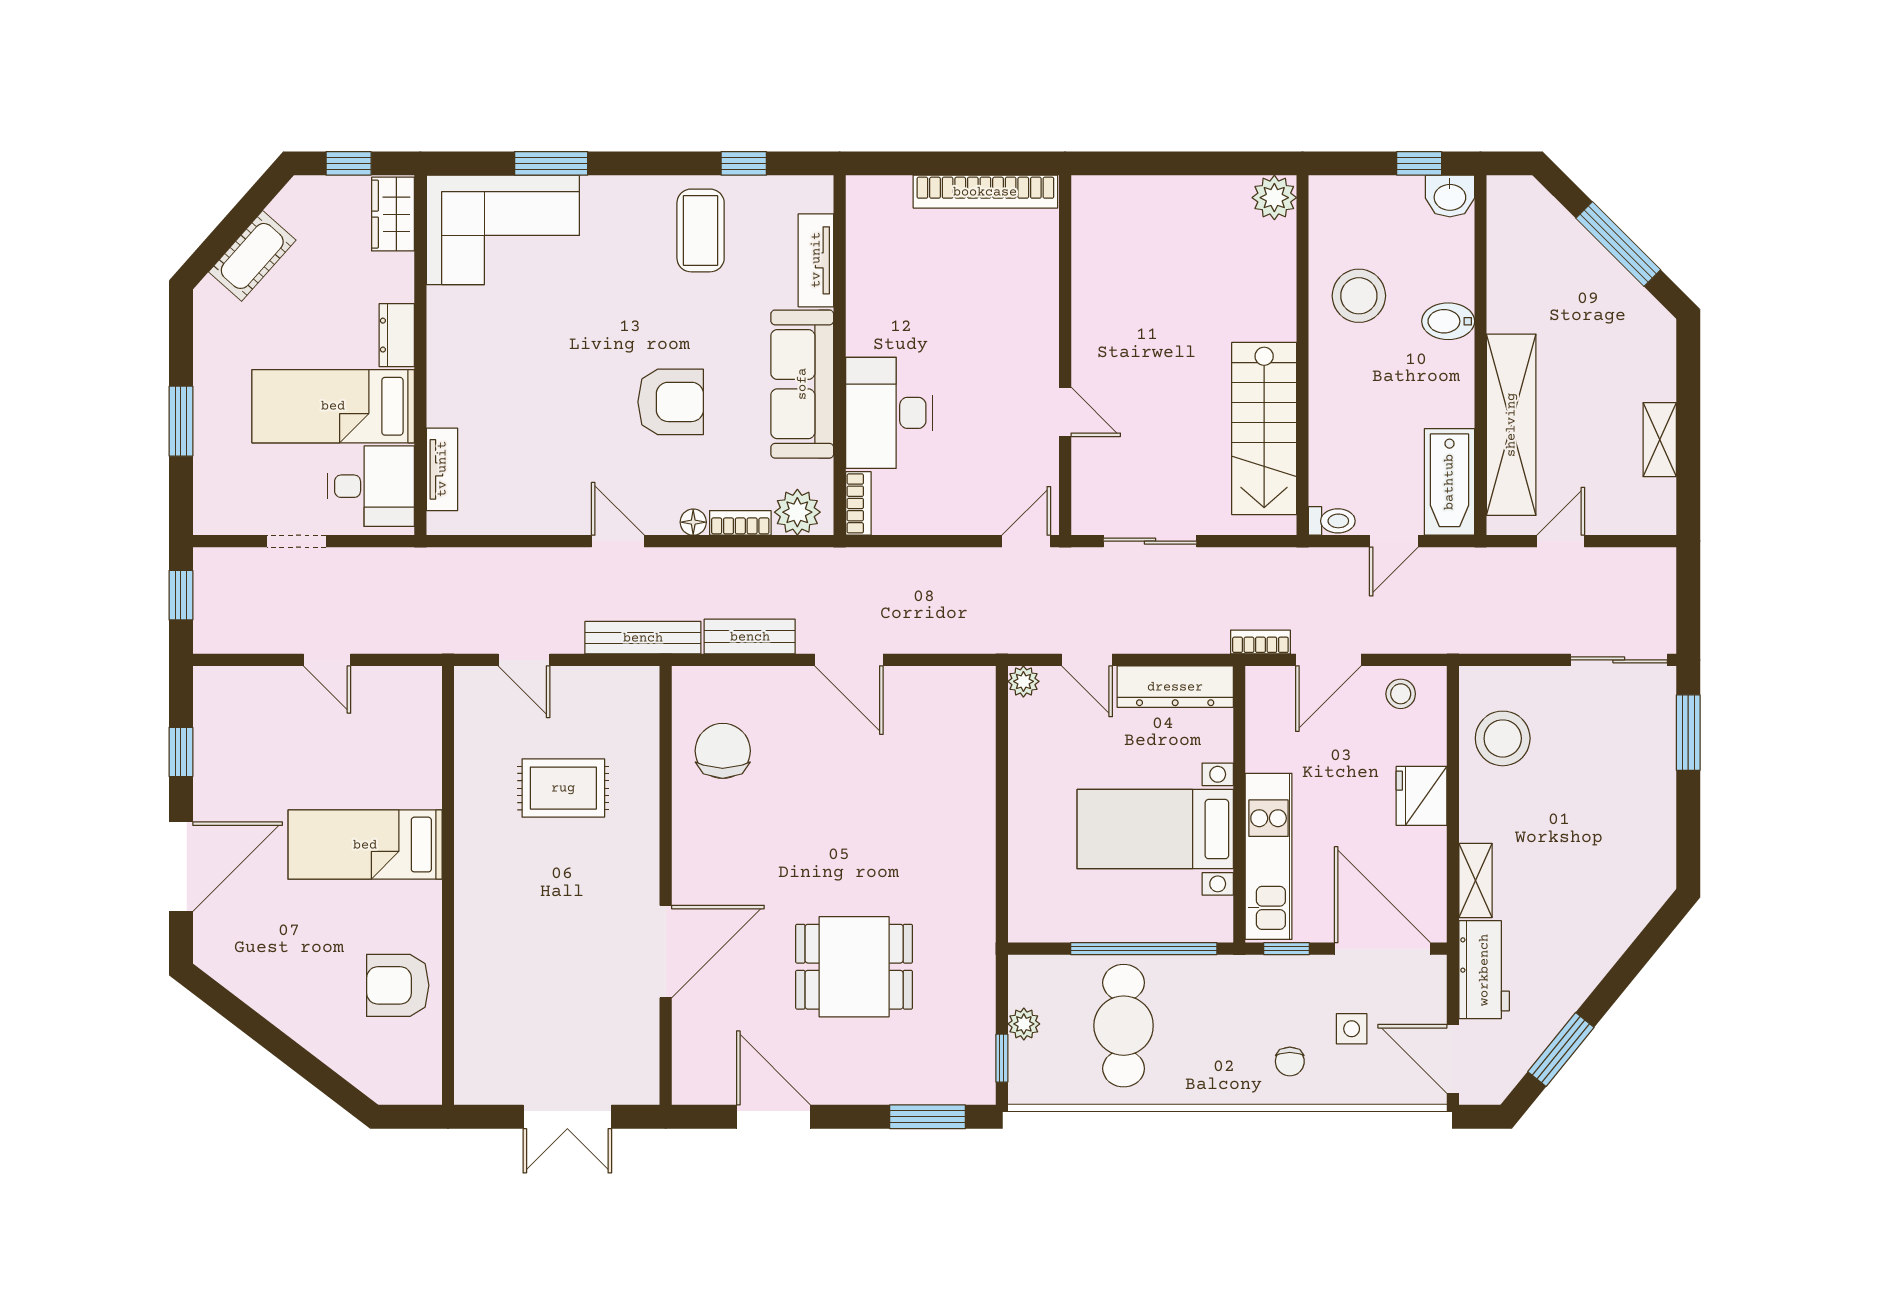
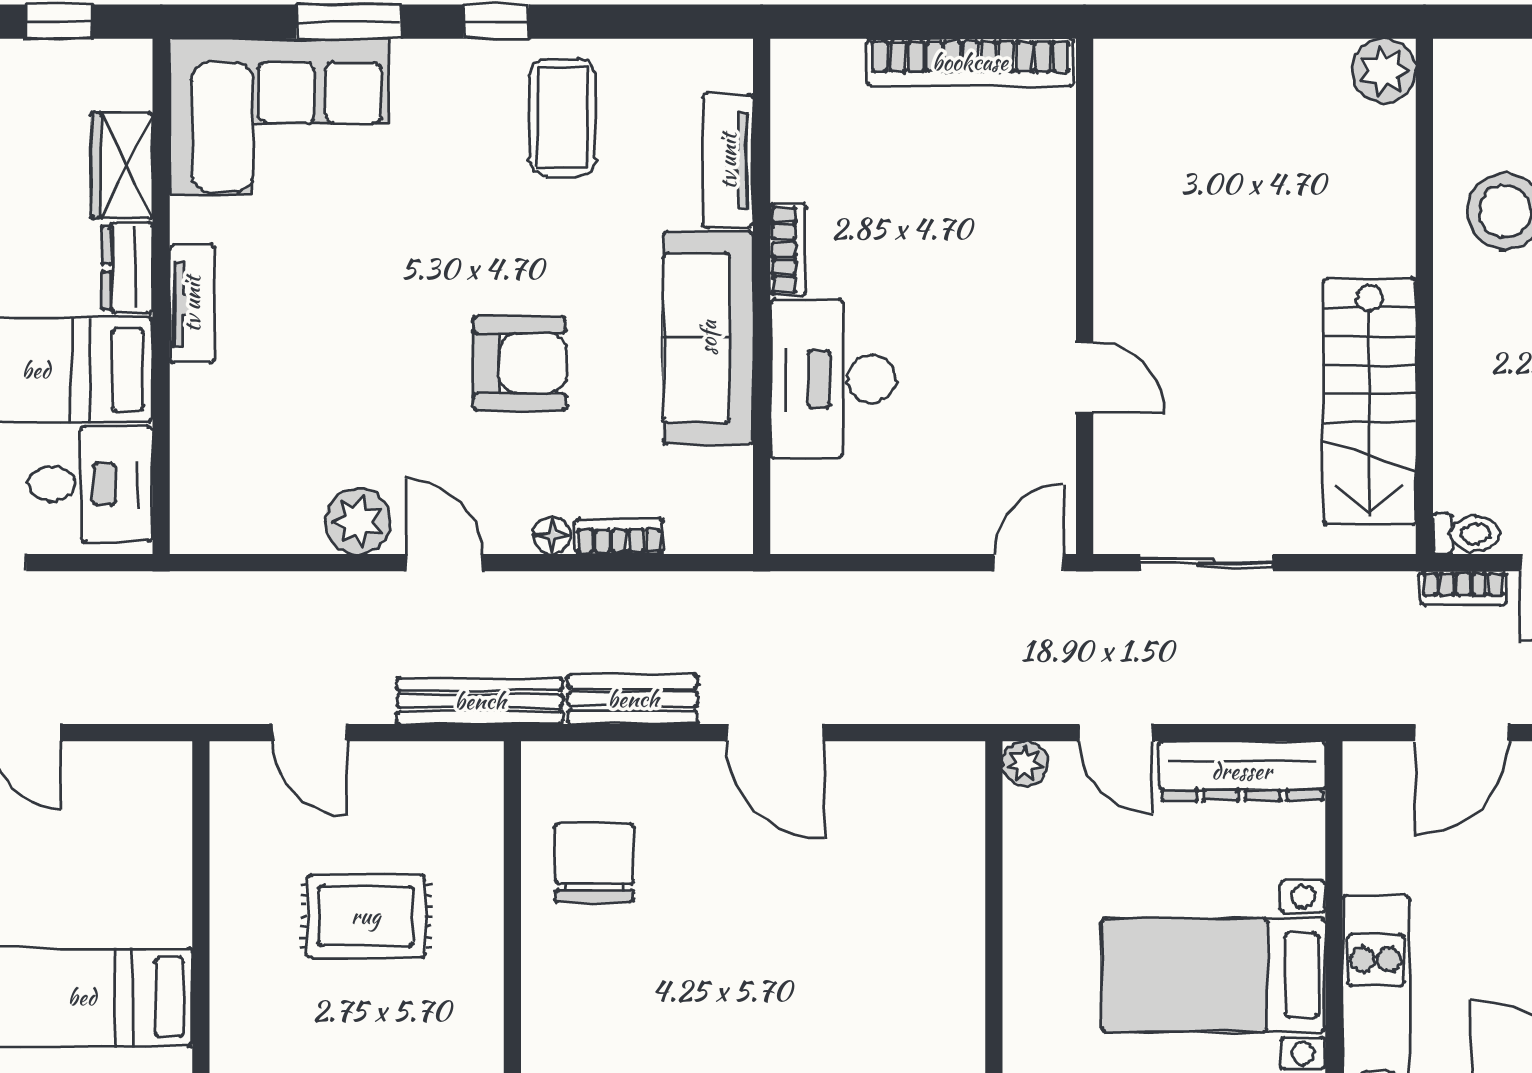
window: (744, 163) -> (496, 22), moved
wardrobe: (393, 214) -> (122, 165), moved
tv unit: (442, 469) -> (192, 304), moved
bookcase: (858, 503) -> (788, 249), moved
plant: (797, 512) -> (358, 521), moved
bookcase: (1260, 642) -> (1463, 588), moved, turned 180

